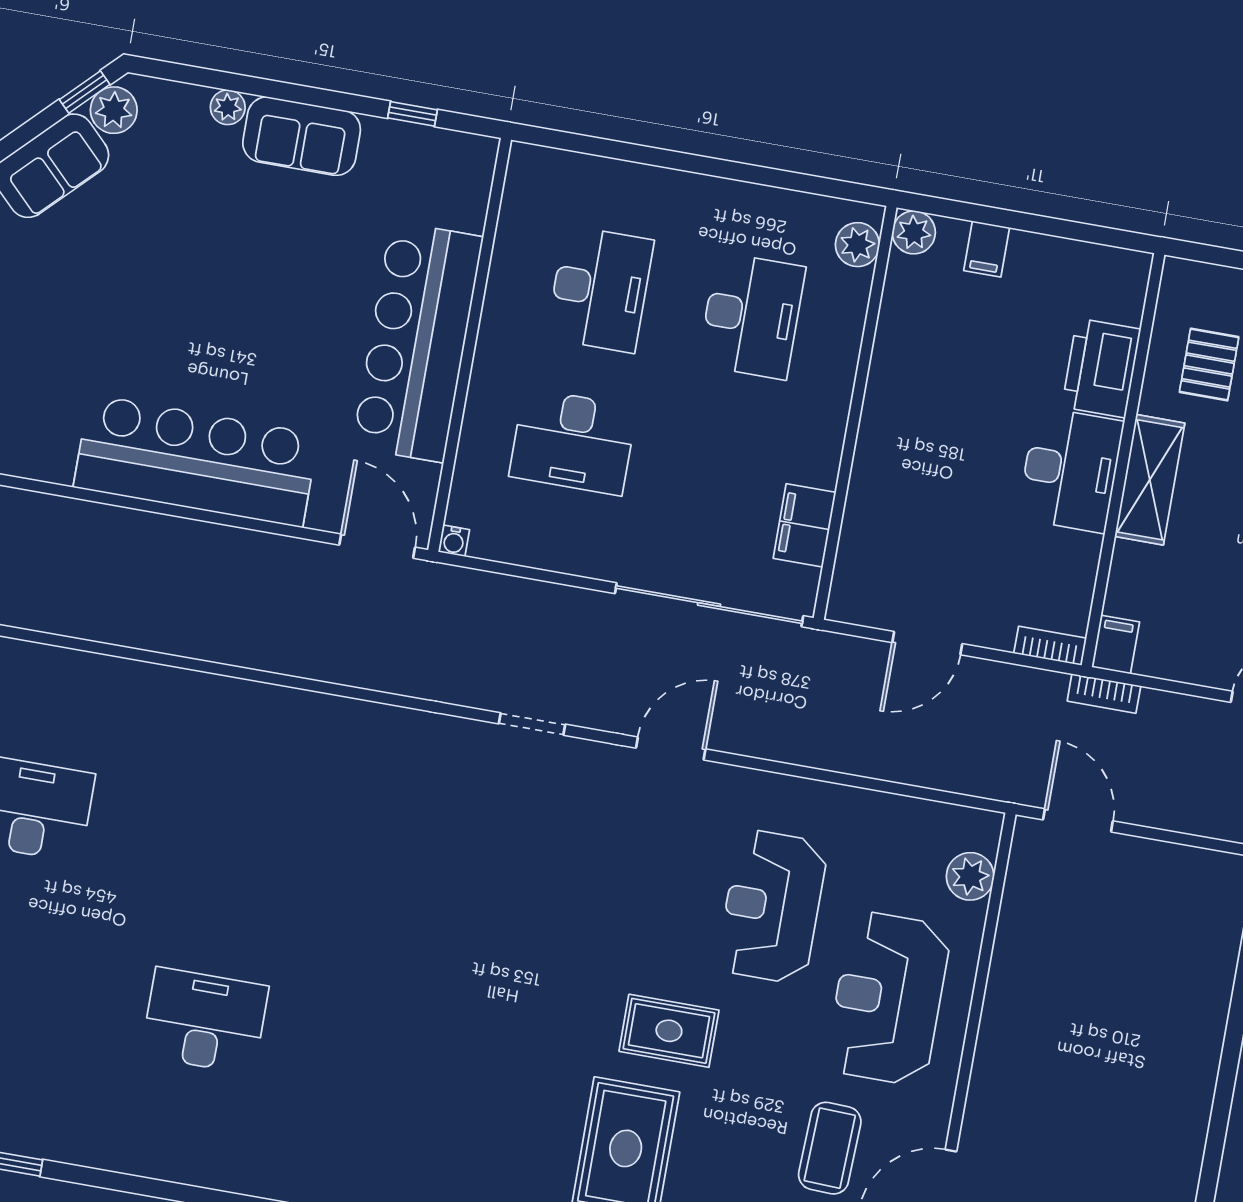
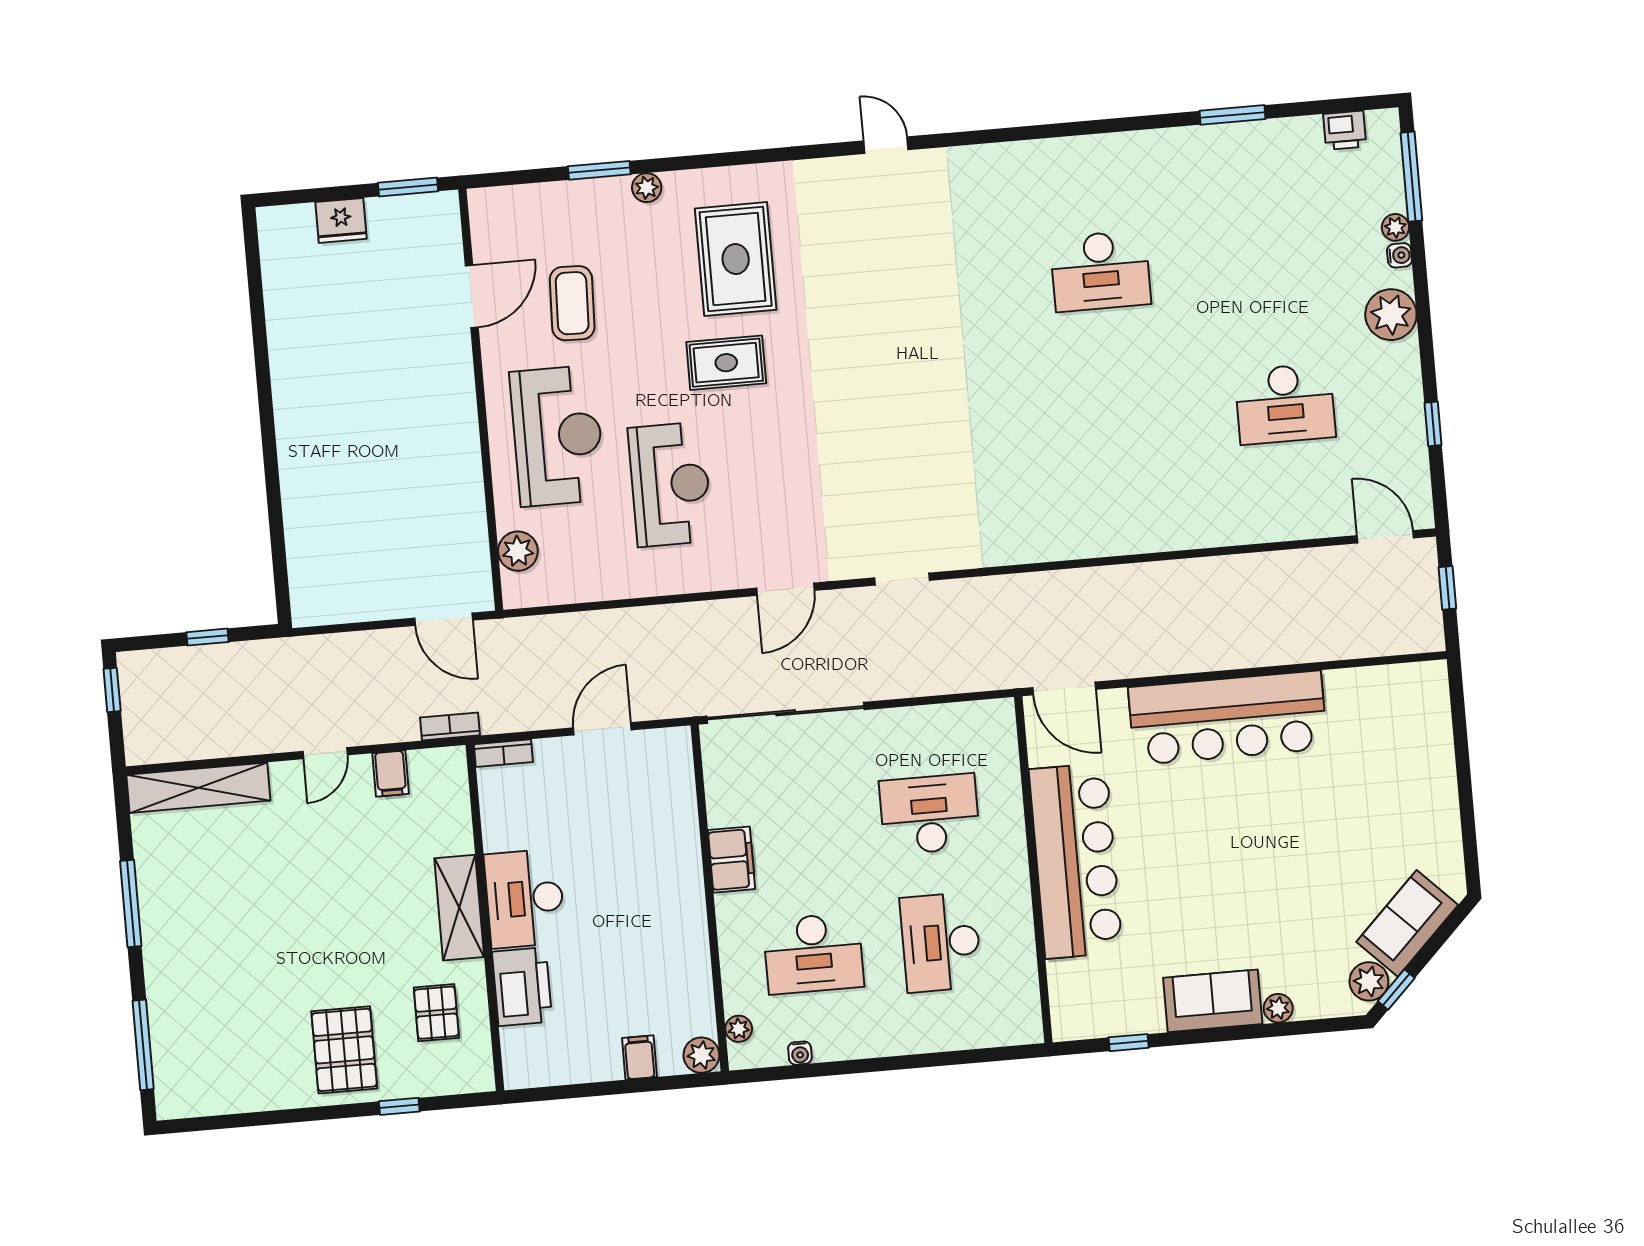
plant: (857, 245) -> (739, 1029), width x0.73, depth x0.73
desk: (752, 316) -> (813, 953), turned -90
filing cabinet: (805, 525) -> (732, 860), moved
water cooler: (454, 541) -> (800, 1053), moved, turned 180
filing cabinet: (1116, 644) -> (391, 773), moved

